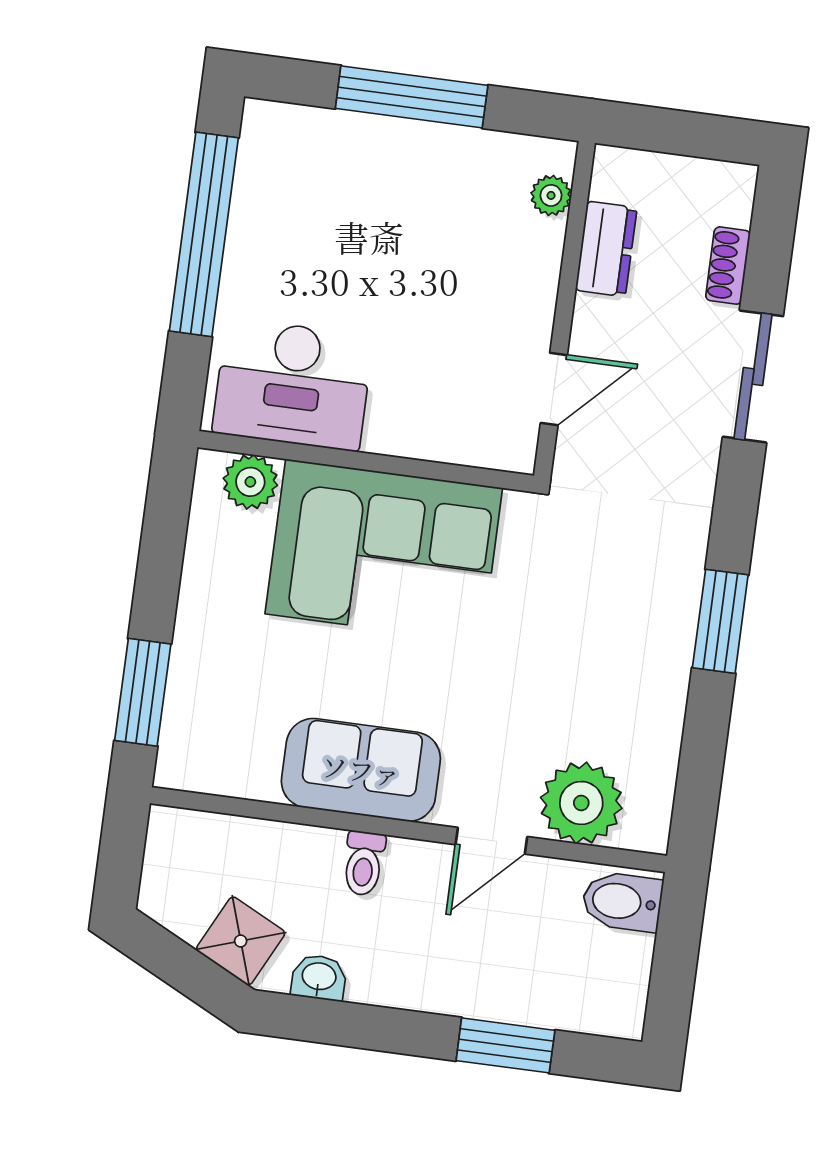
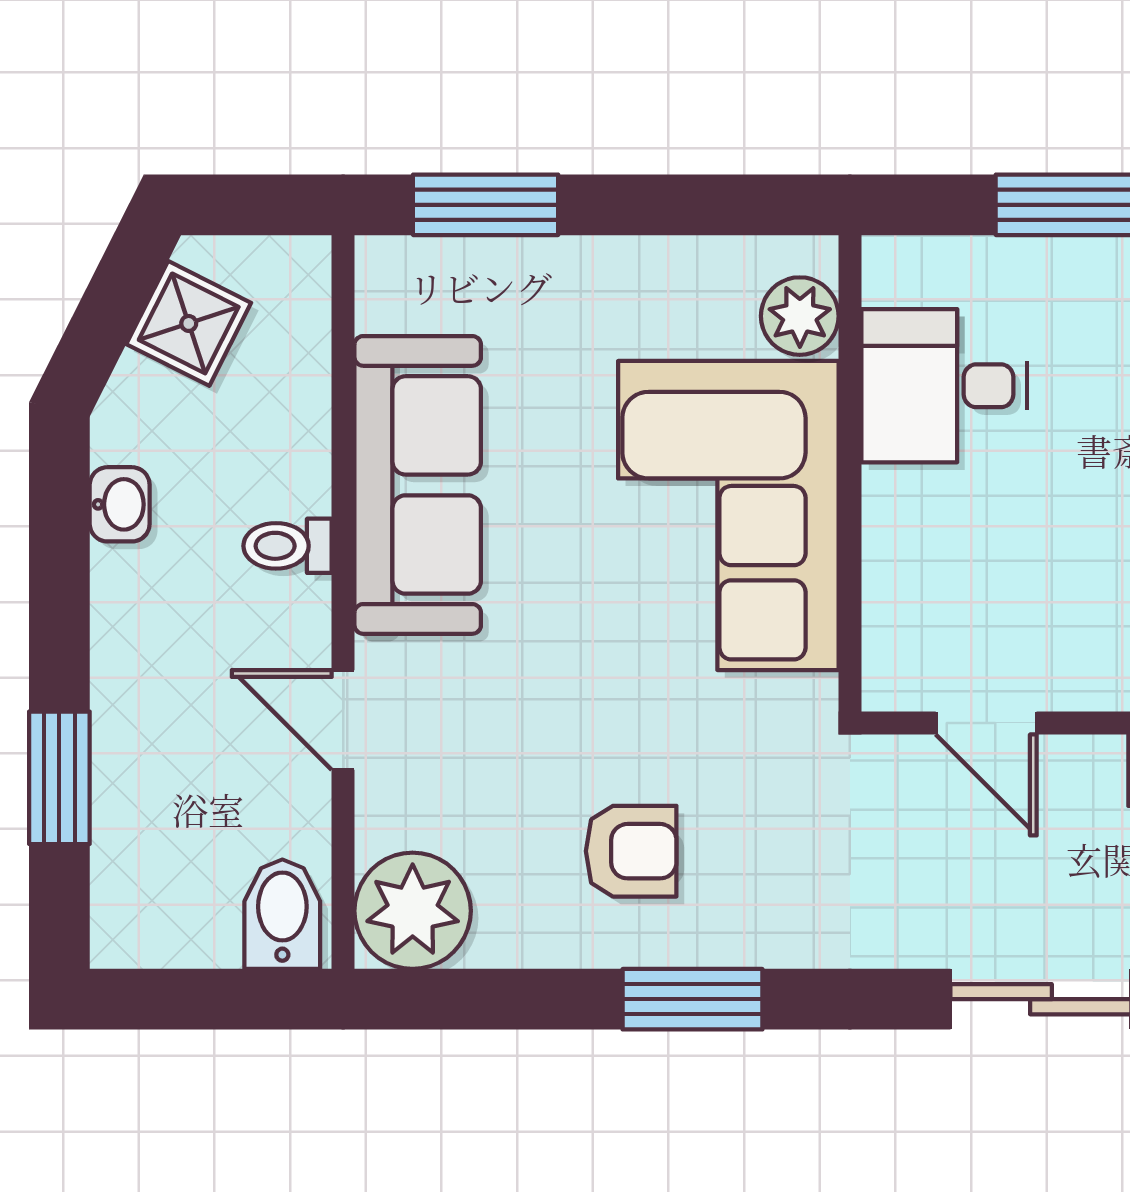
desk: (293, 384) -> (944, 386), width x0.73
armchair: (611, 651) -> (631, 851), added
sofa: (361, 770) -> (418, 485), width x1.36
plant: (581, 803) -> (413, 911), moved
shower: (241, 941) -> (189, 323), moved

